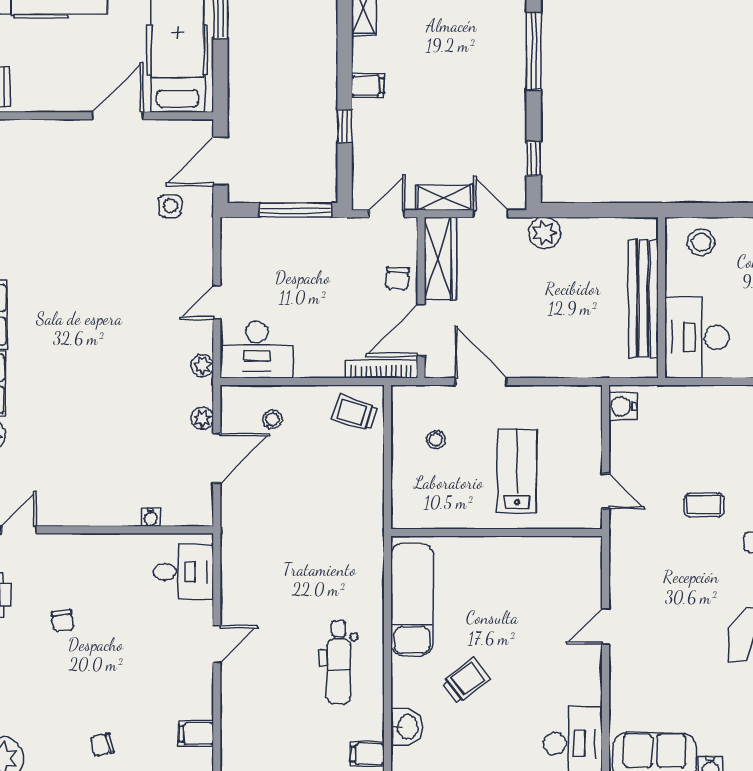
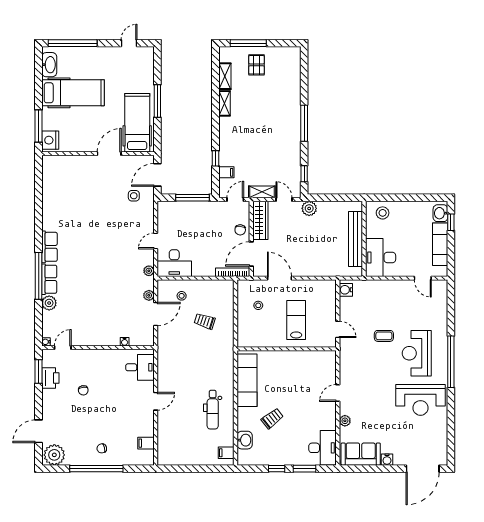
filing cabinet: (368, 85) -> (226, 172), moved
trolley: (355, 413) -> (205, 321), moved
plant: (621, 686) -> (345, 421), added

